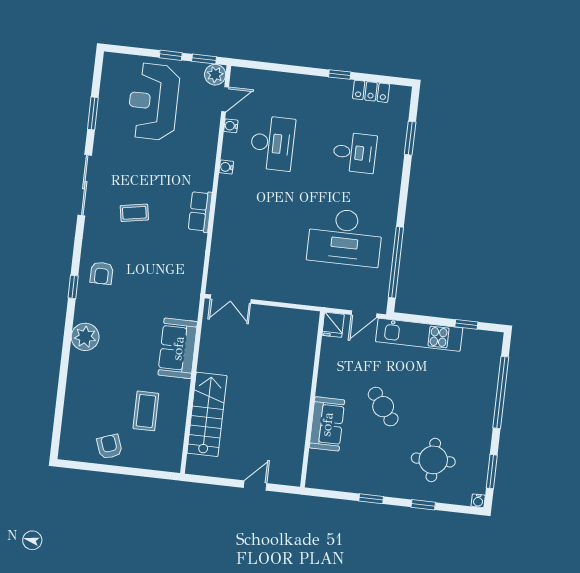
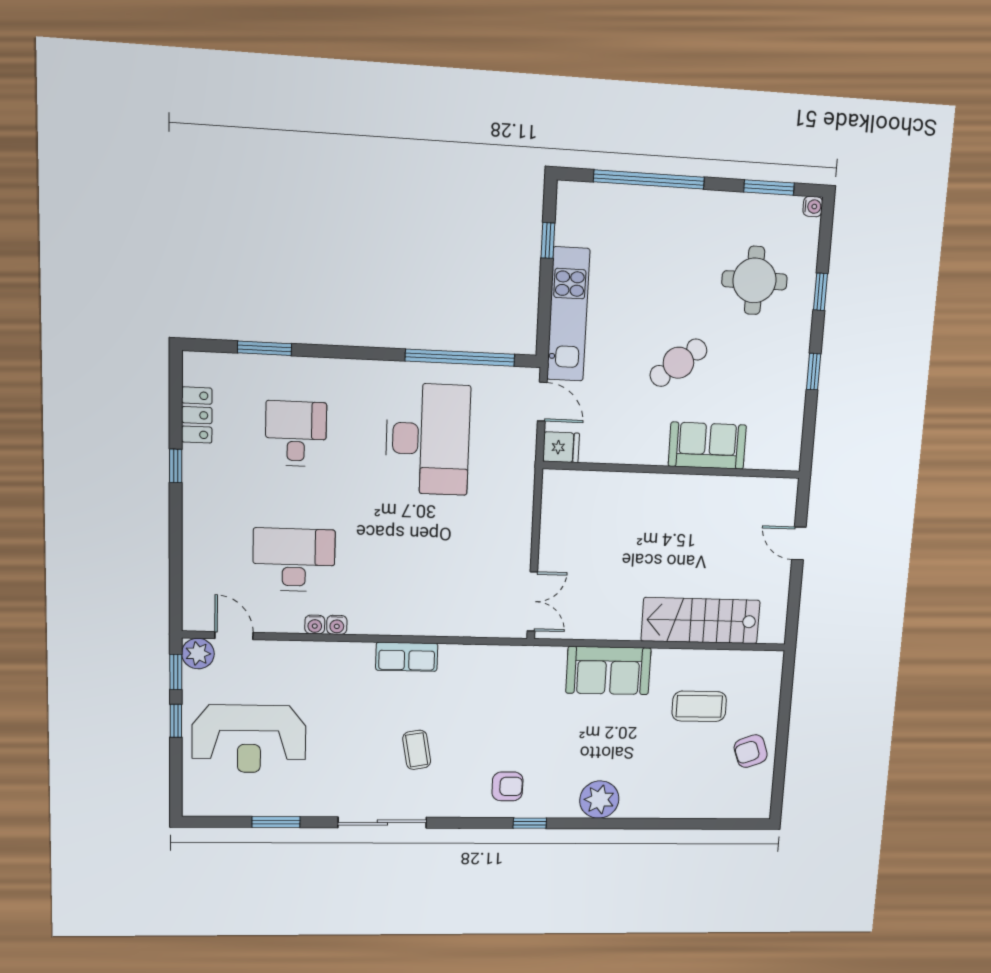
water cooler: (231, 126) -> (315, 625), moved

